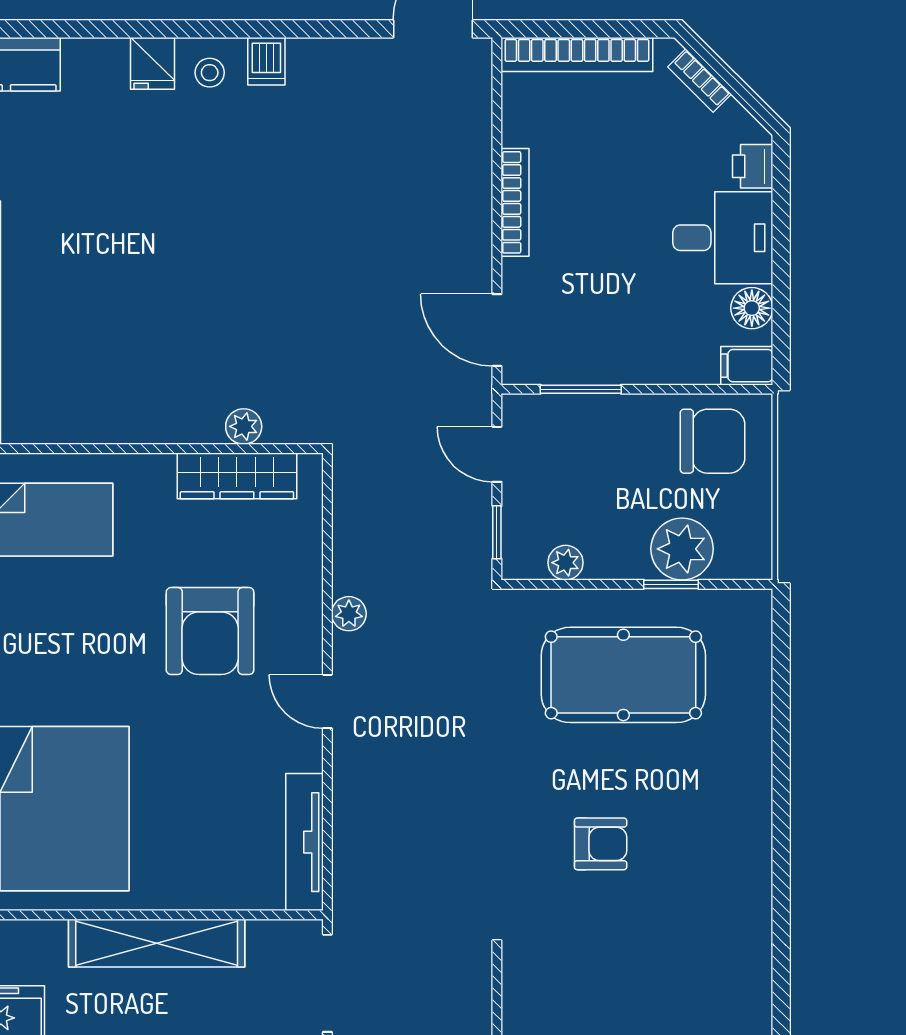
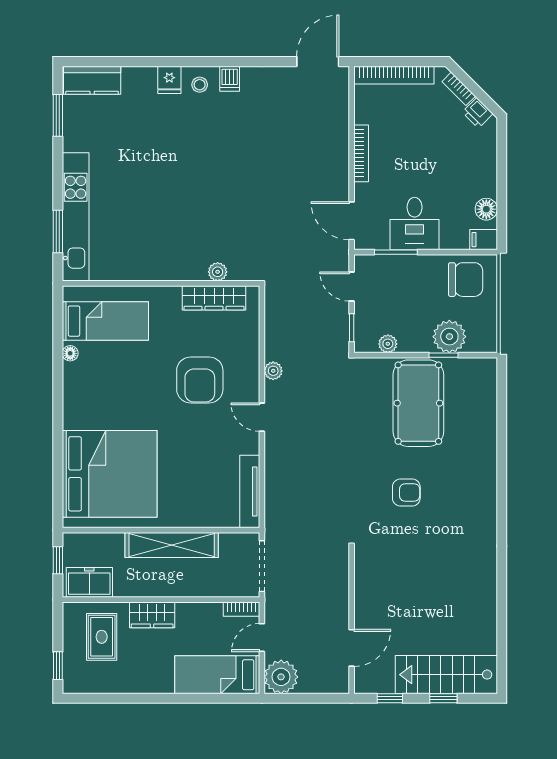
printer: (753, 166) -> (478, 113), moved, turned -45
desk: (723, 238) -> (415, 224), moved, turned 90
pool table: (623, 675) -> (418, 403), turned 90

